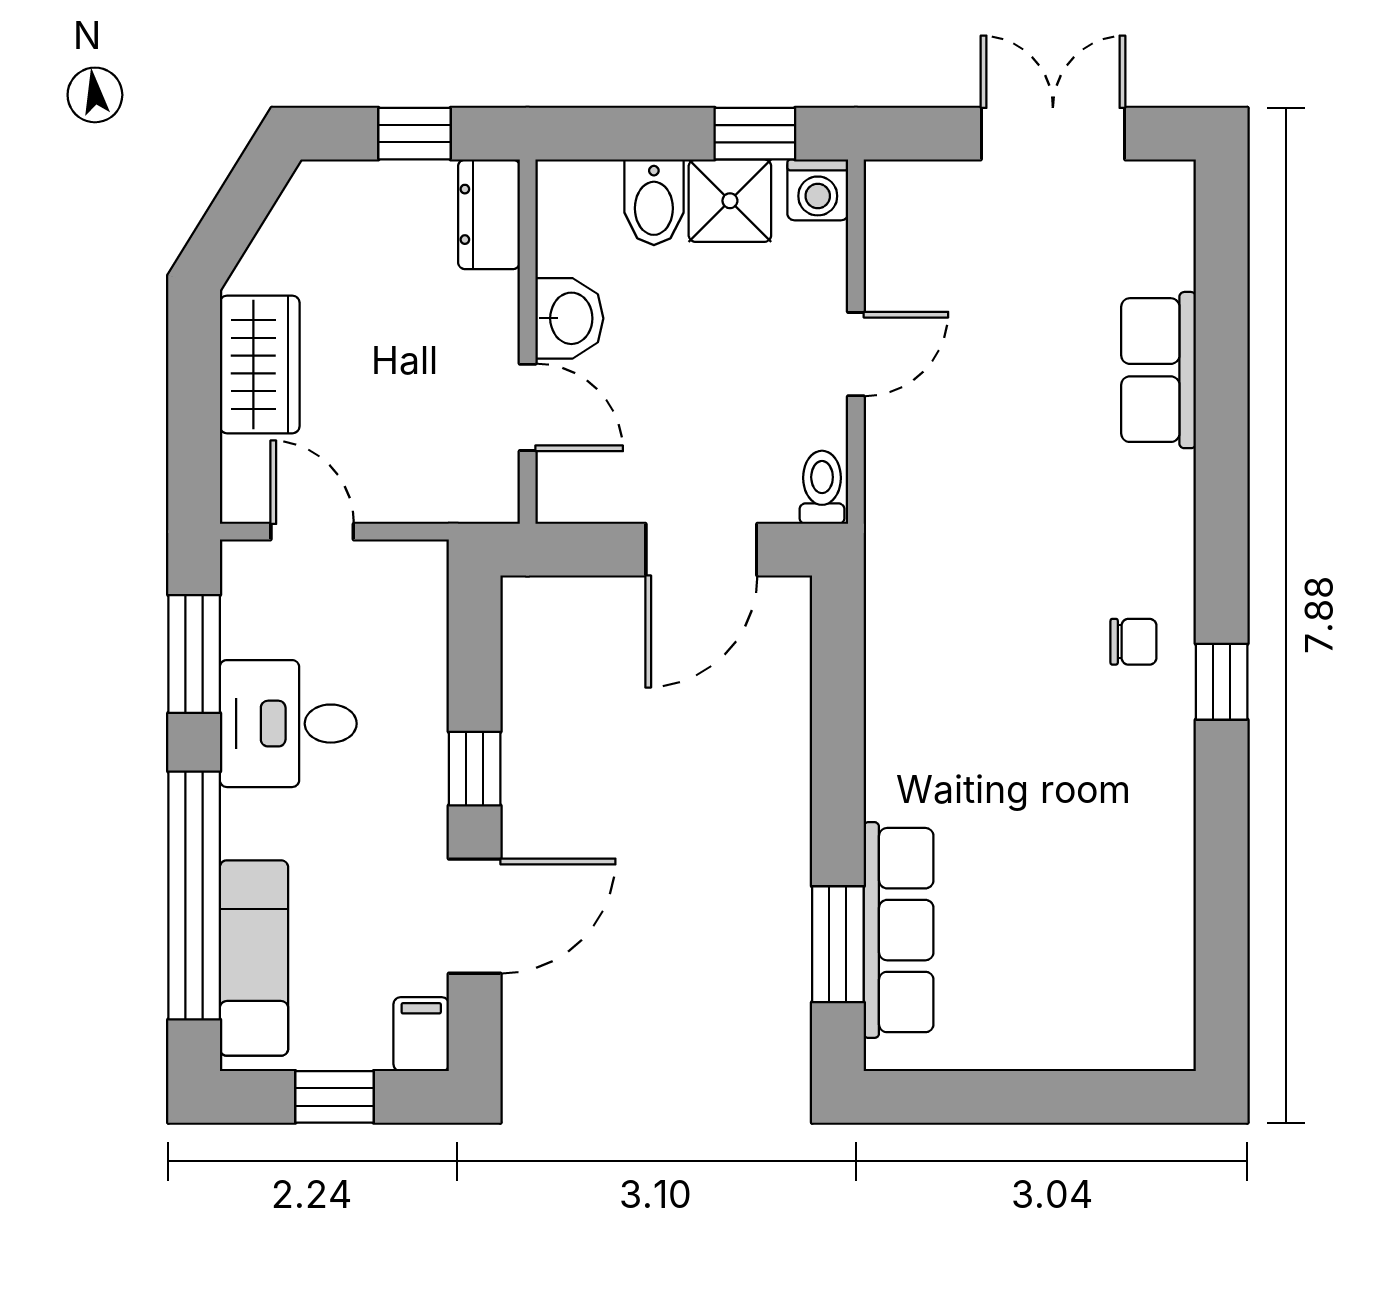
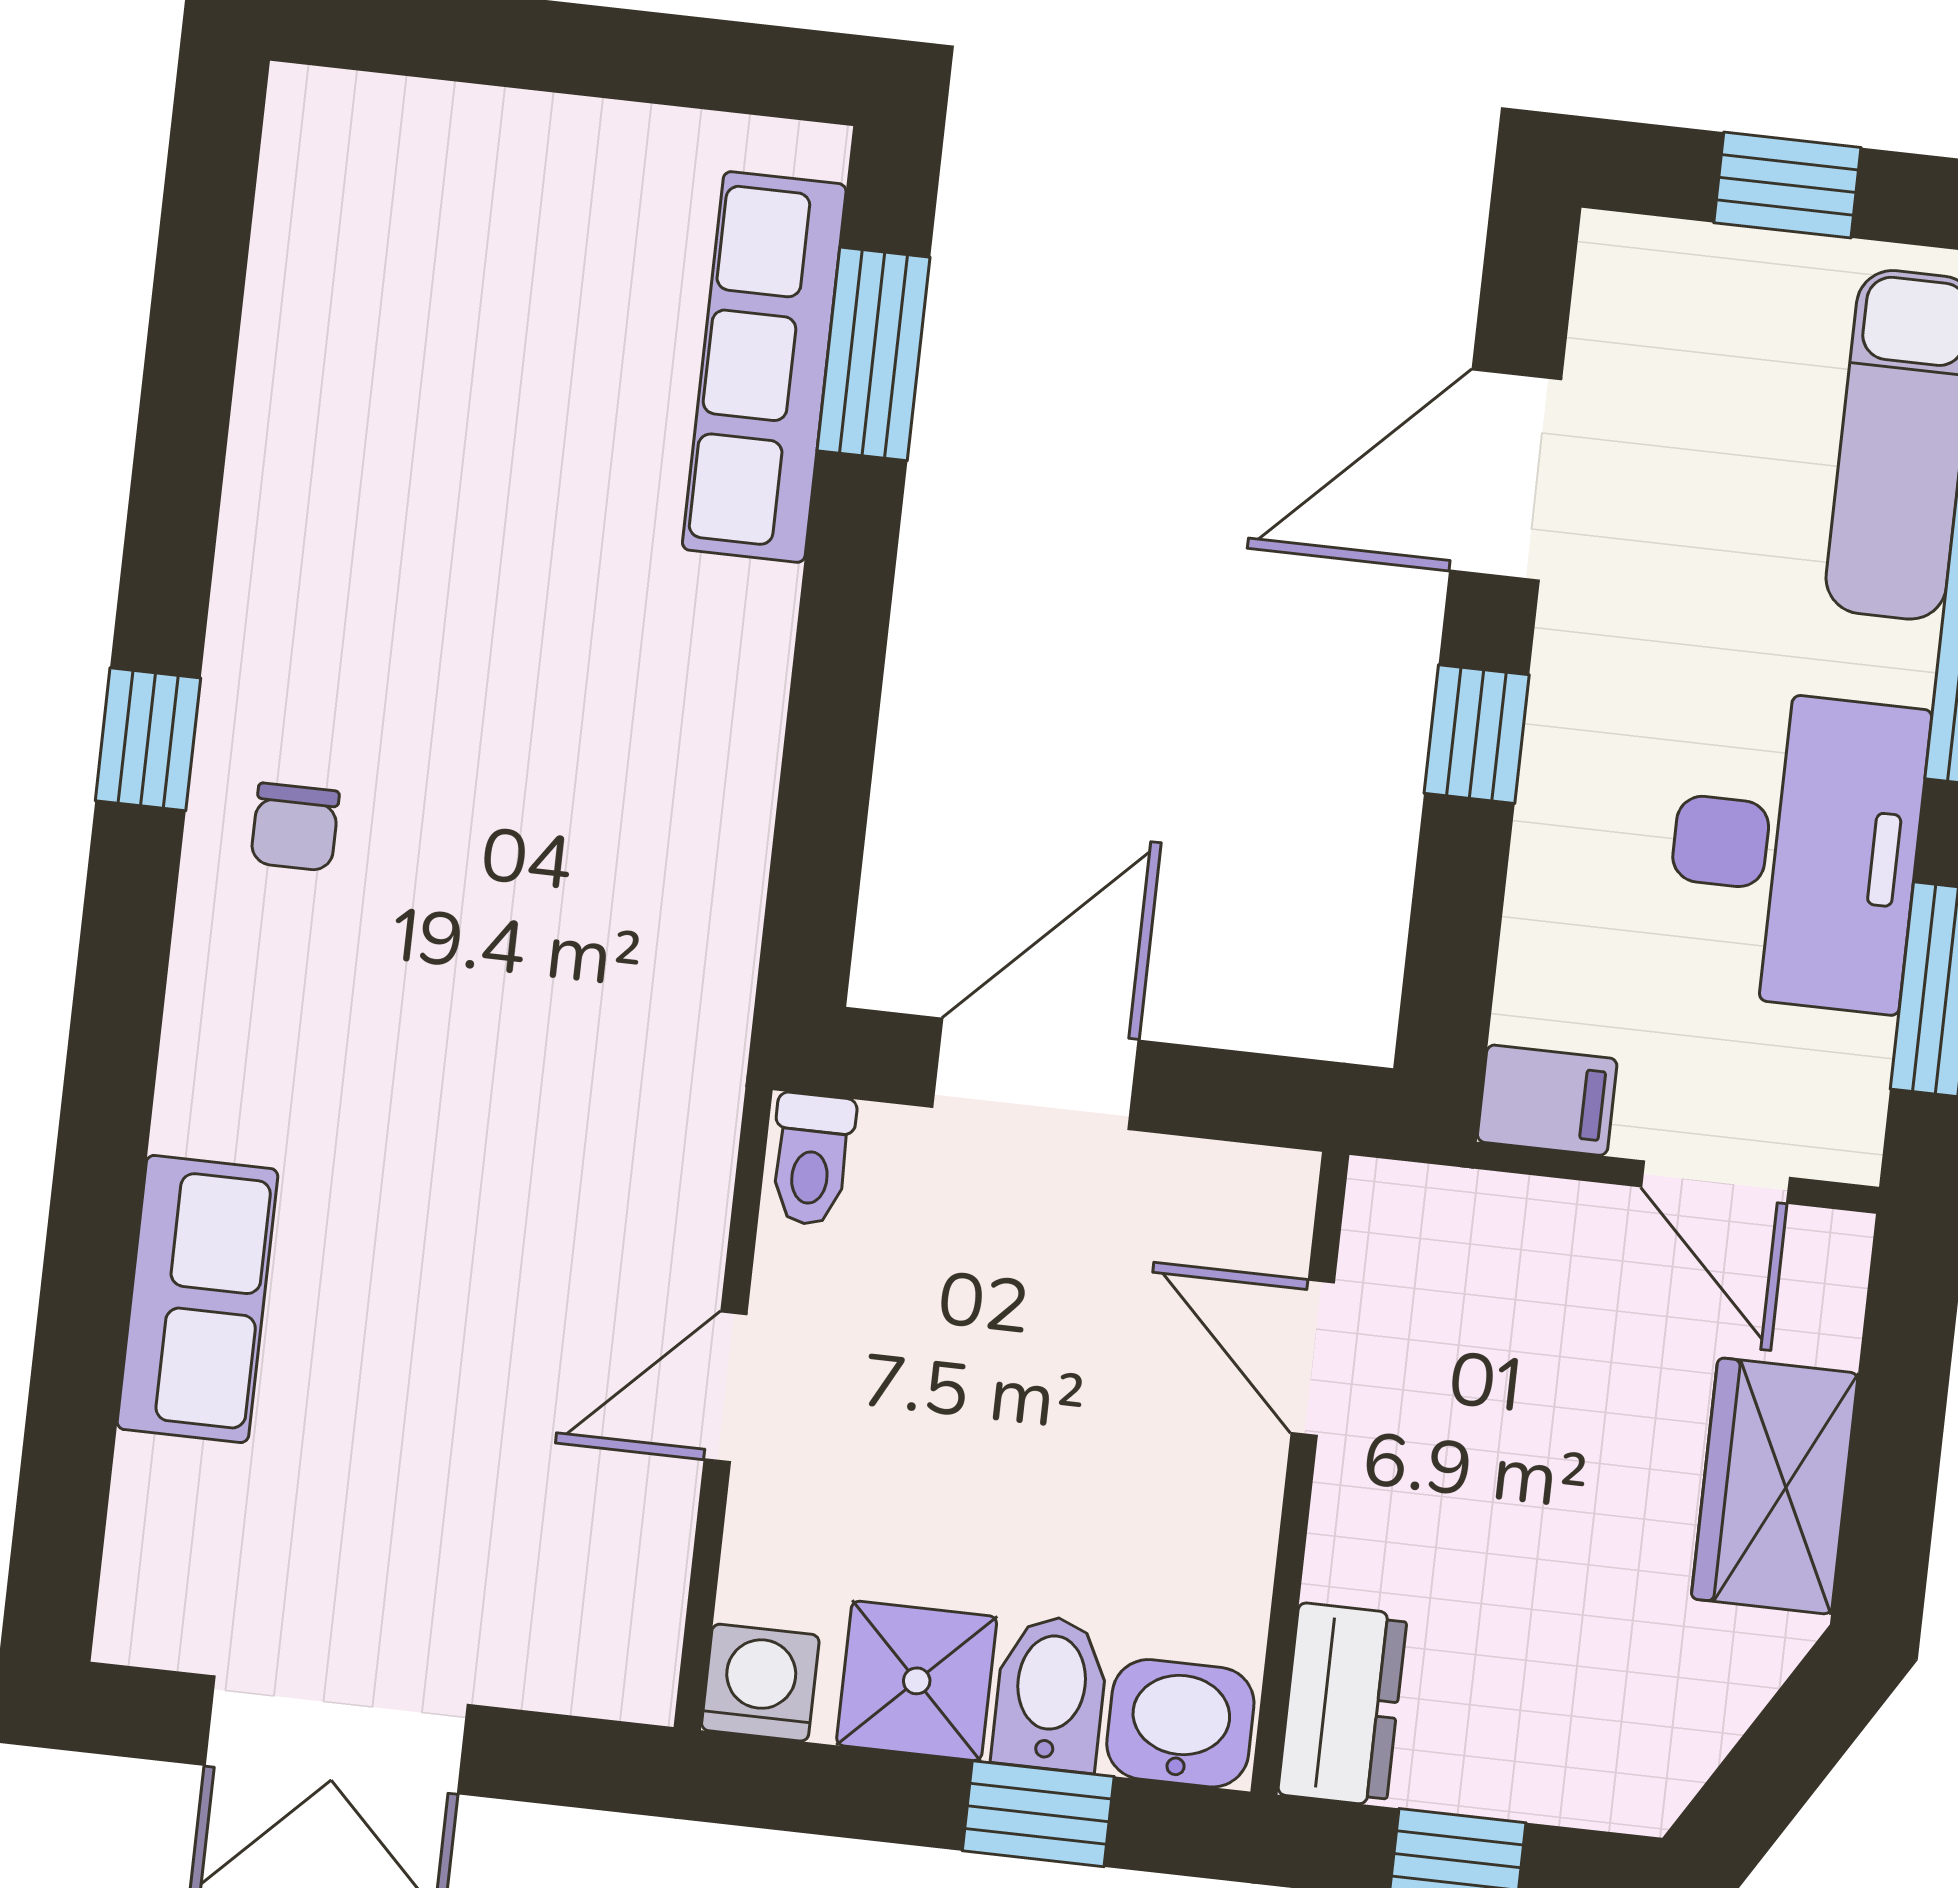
window: (755, 134) -> (1038, 1814), moved
washbasin: (569, 318) -> (1180, 1723), moved, turned 90
chair: (1133, 642) -> (295, 827), turned -90
desk: (288, 724) -> (1795, 850), width x1.37
filing cabinet: (421, 1034) -> (1547, 1100), moved, turned -90

